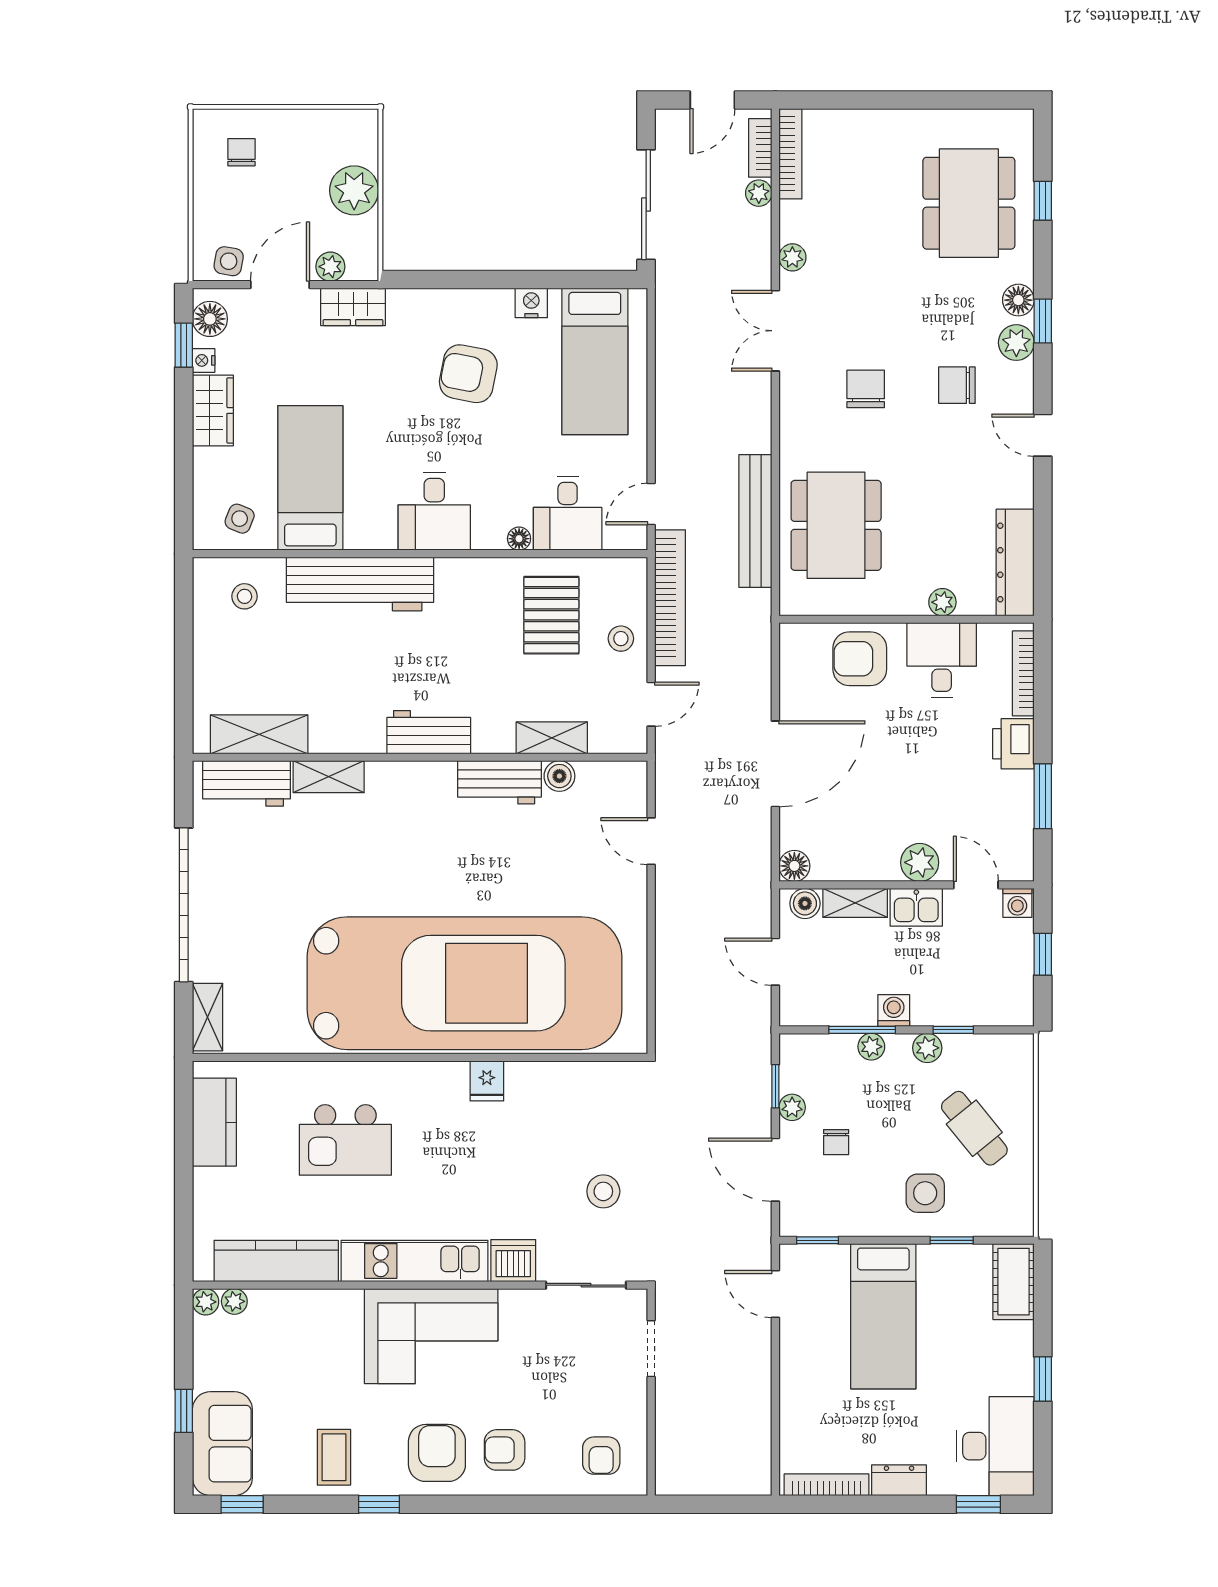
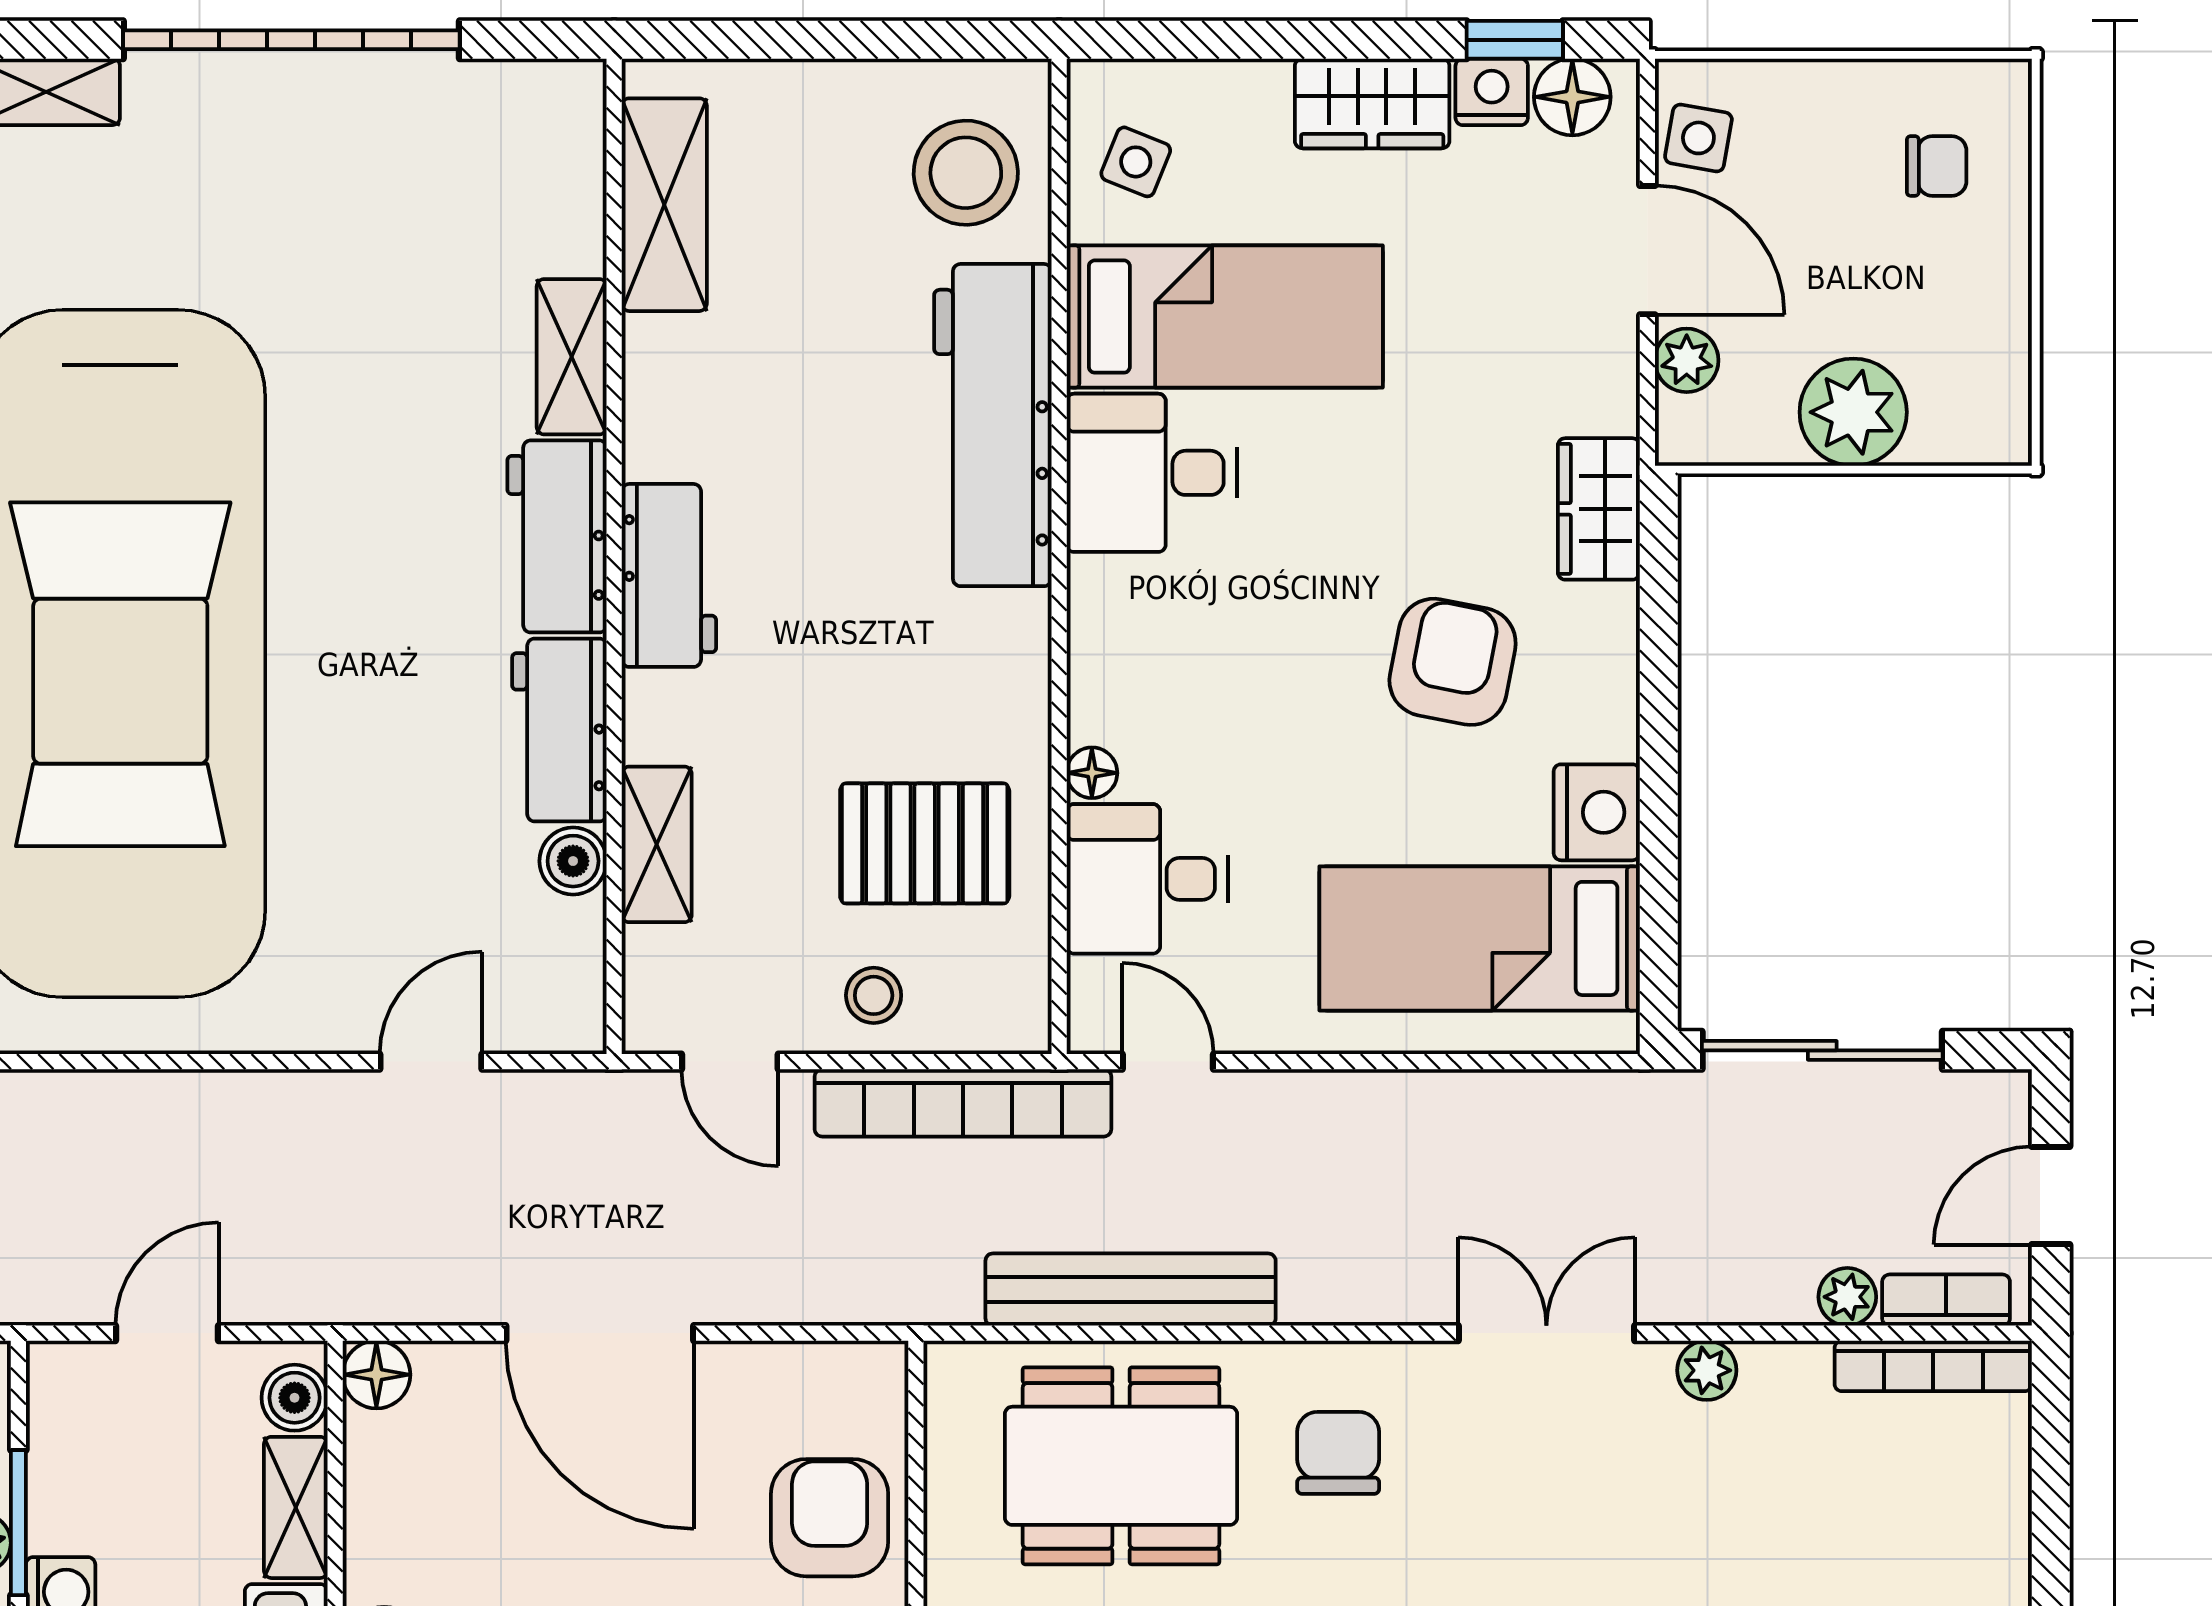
door: (712, 100) -> (2051, 1196), hinge flipped
nightstand: (531, 303) -> (1597, 812), width x1.36, depth x1.33
wardrobe: (353, 307) -> (1599, 509), moved
nightstand: (204, 360) -> (1492, 92), width x1.39, depth x1.35
chair: (866, 389) -> (1338, 1453), moved, turned -90
desk: (434, 511) -> (1152, 473), moved
stool: (245, 596) -> (966, 173), width x1.89, depth x1.89
workbench: (246, 783) -> (557, 536), moved

